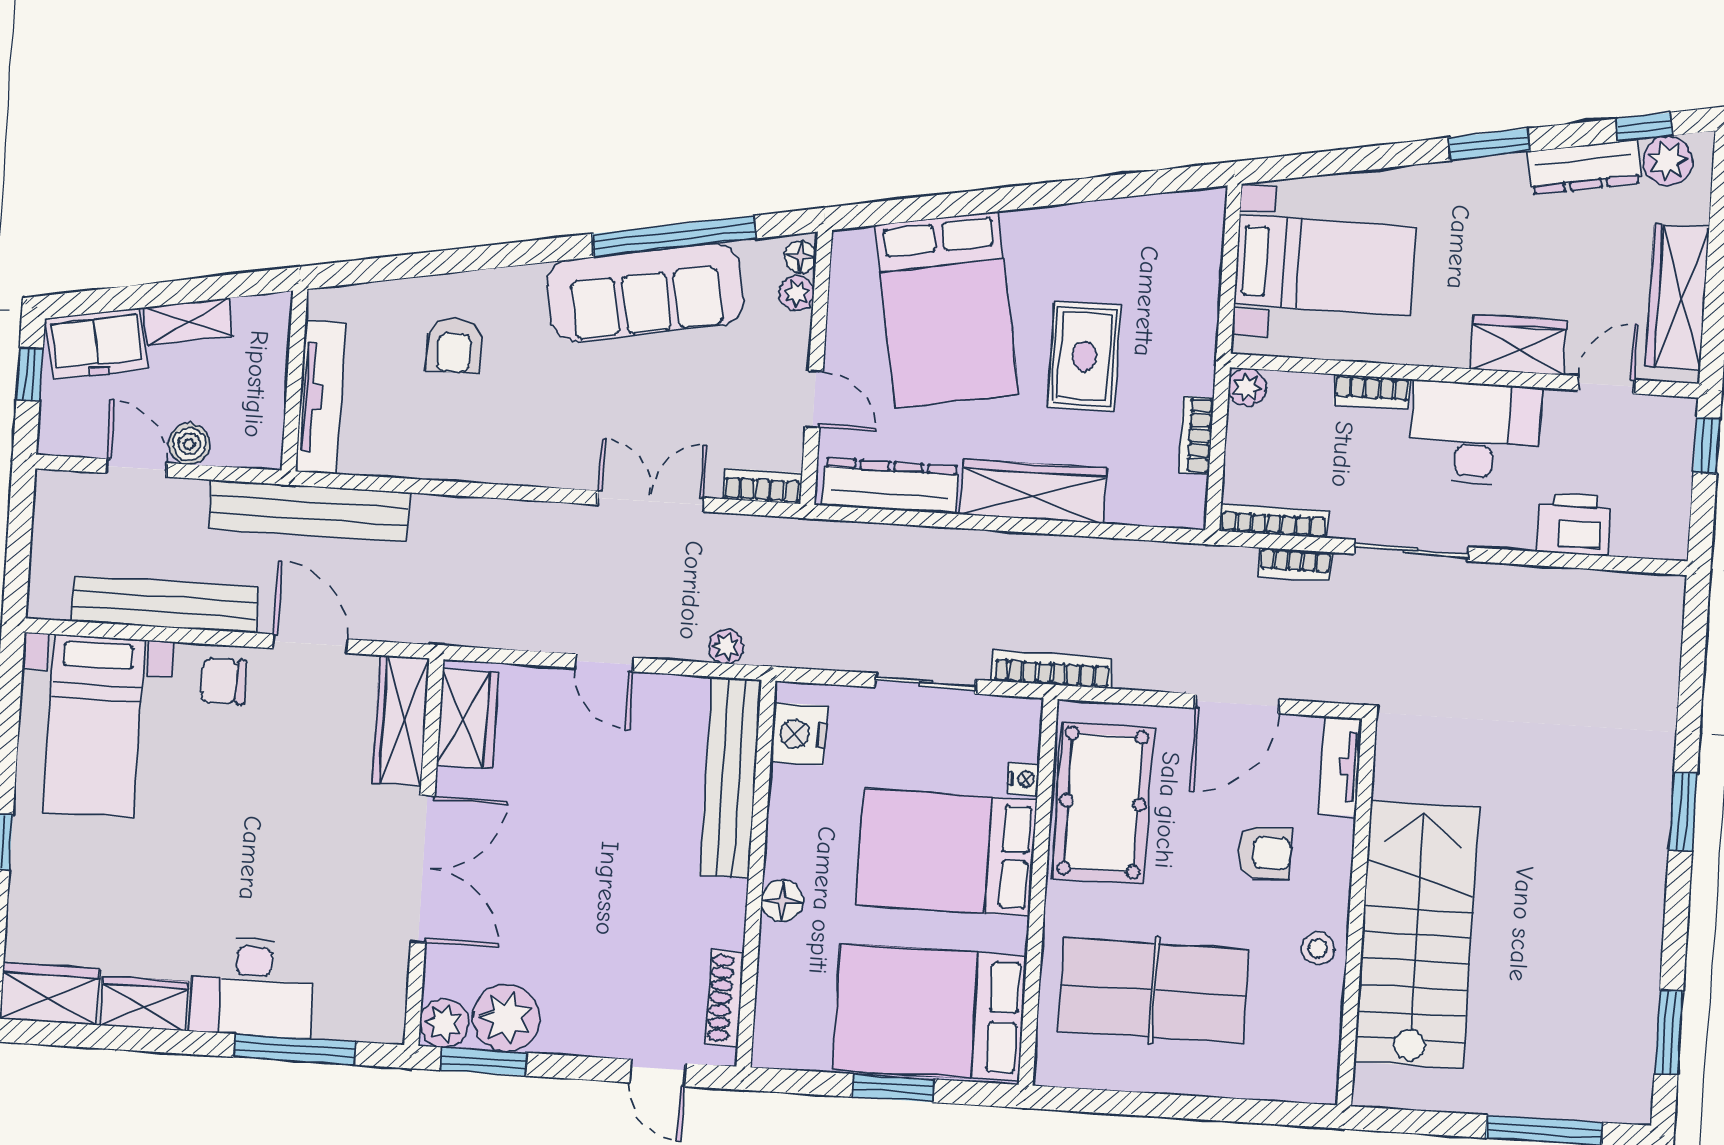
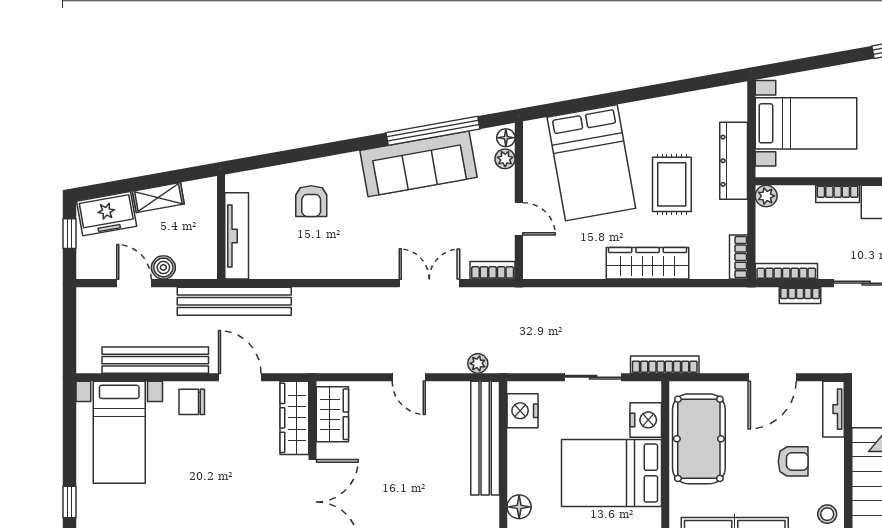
bookcase: (1196, 435) -> (739, 257), moved
dresser: (891, 486) -> (734, 161), moved, turned -90
nightstand: (1023, 779) -> (646, 420), width x1.89, depth x1.79

